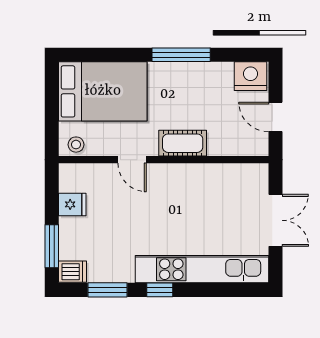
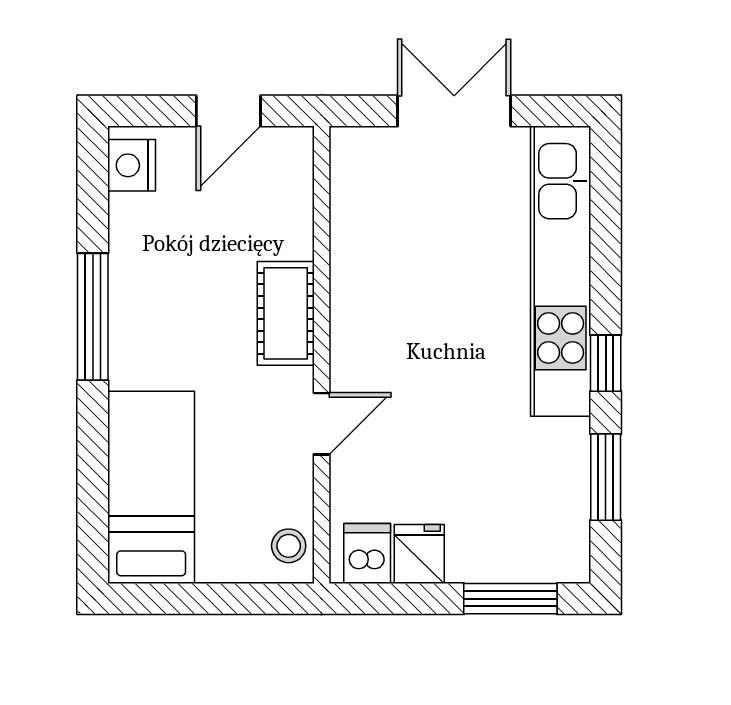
nightstand: (250, 76) -> (132, 165), width x0.74, depth x0.75
bed: (103, 91) -> (151, 487), width x0.67
dishwasher: (73, 272) -> (367, 553), moved

